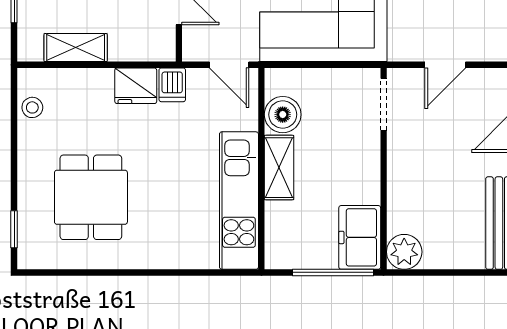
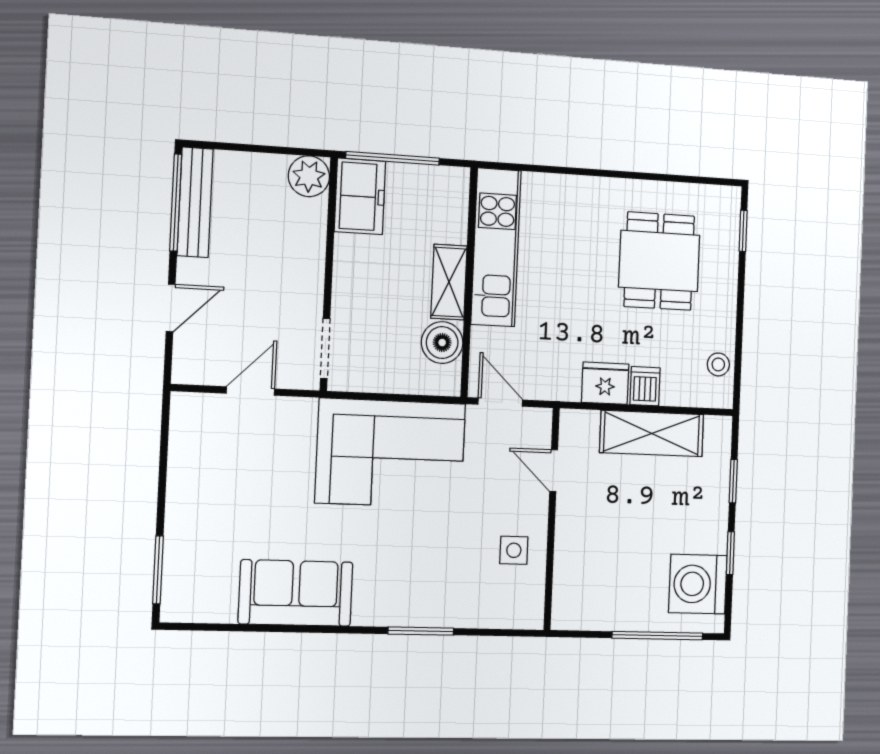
shelving: (76, 48) -> (652, 434), width x1.50, depth x1.33
dishwasher: (172, 85) -> (645, 386), moved

